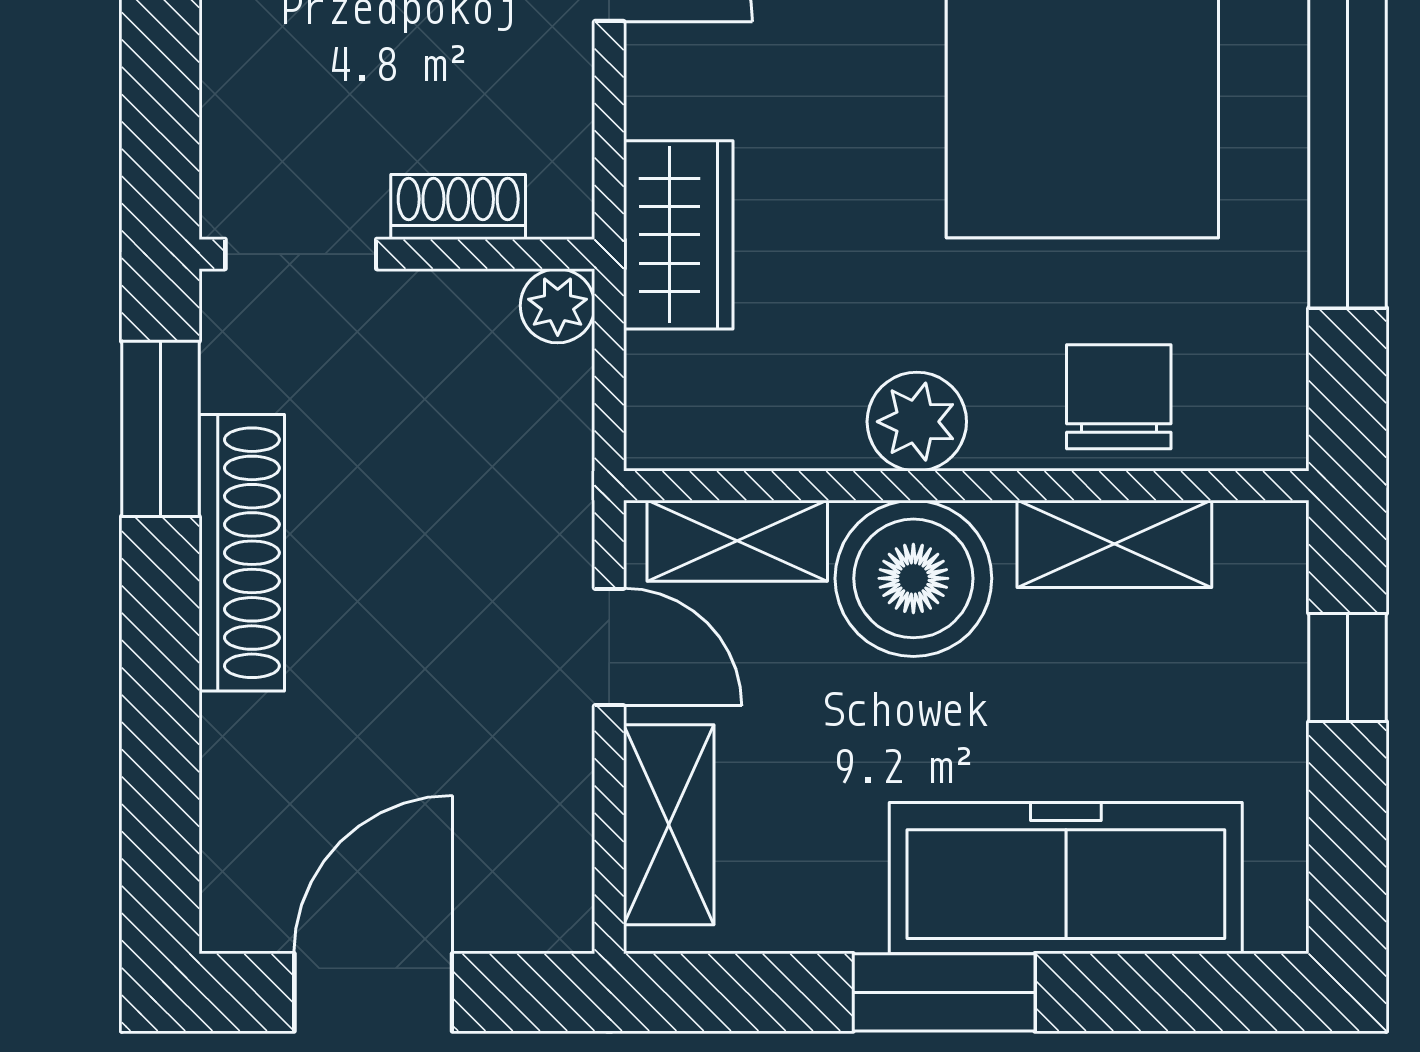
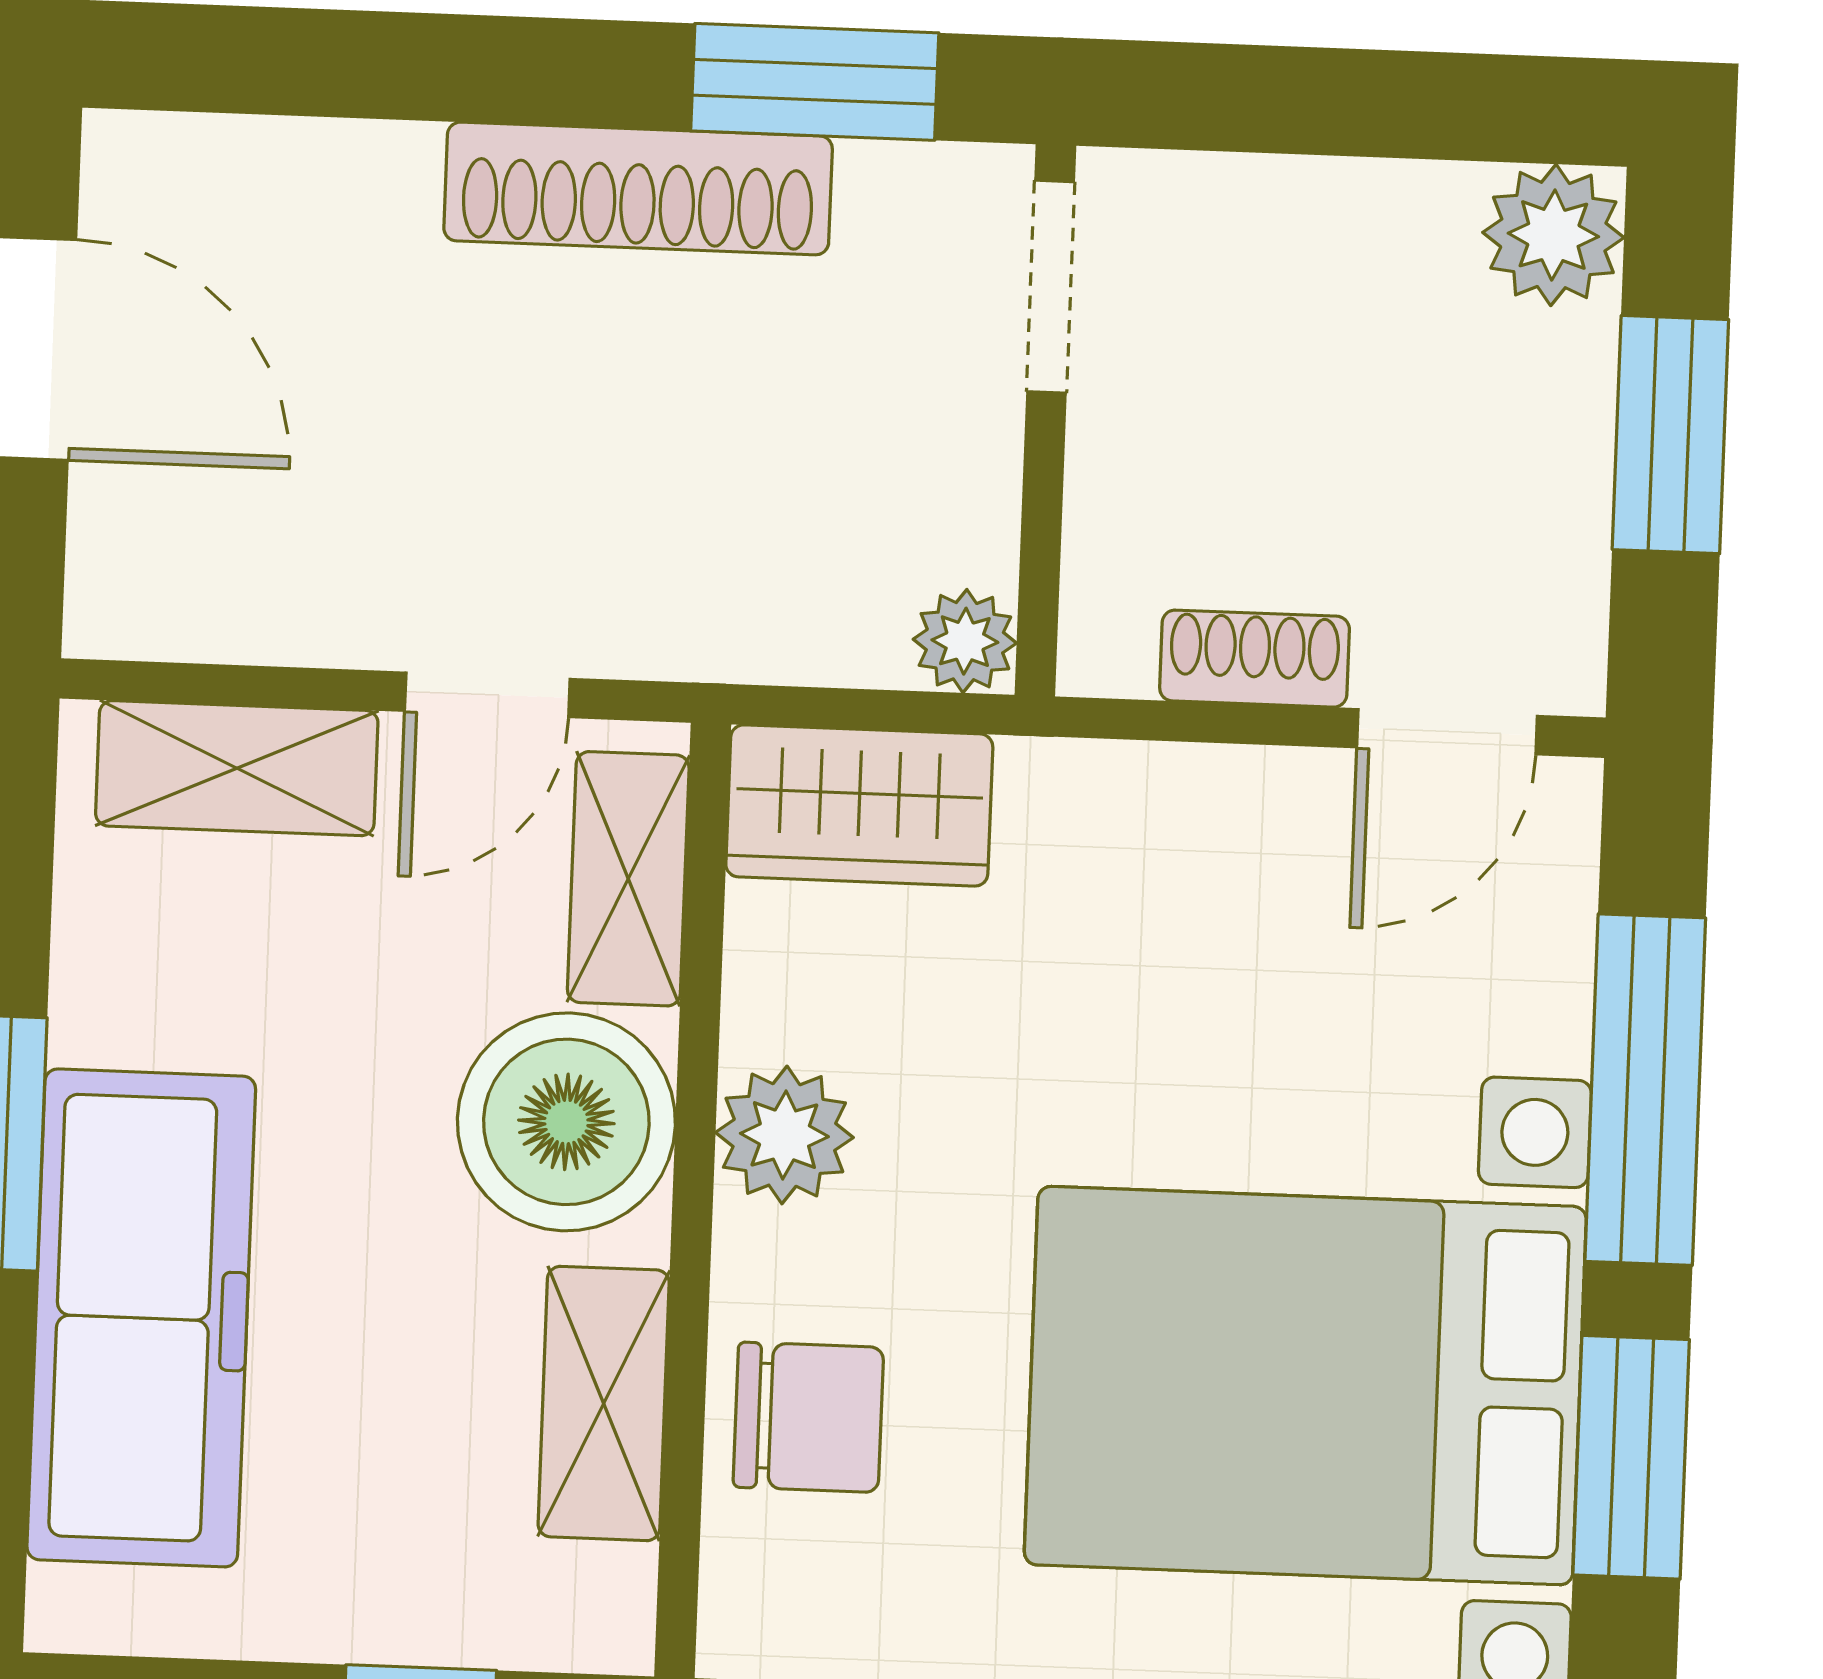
shoe rack: (458, 207) -> (1255, 659), moved, turned -90
wardrobe: (678, 235) -> (859, 805), moved

